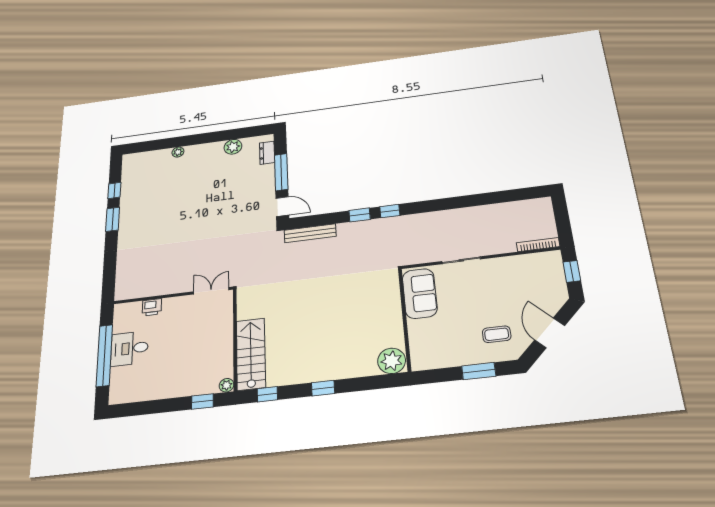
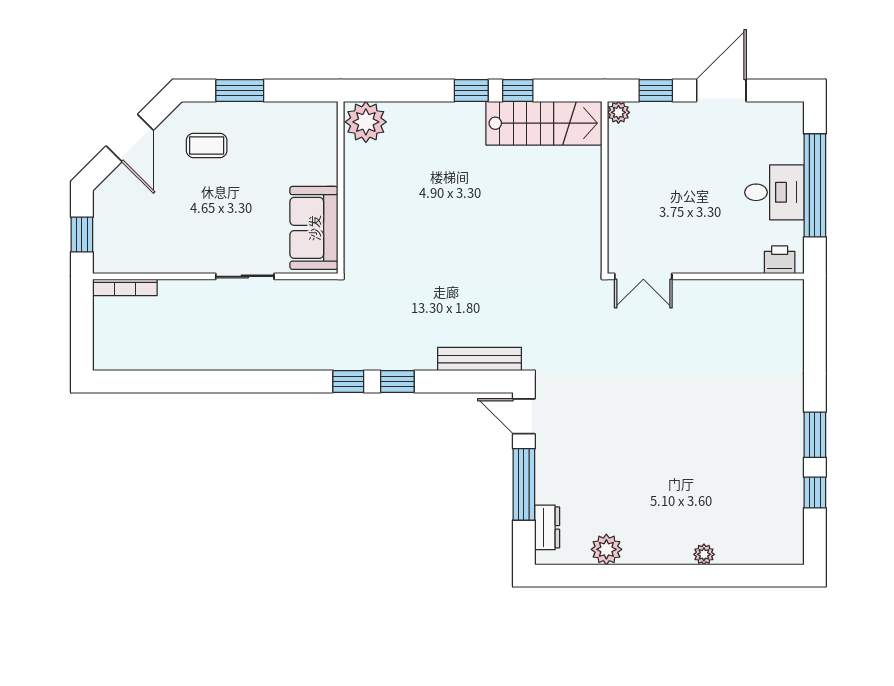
printer: (152, 307) -> (780, 260), moved
stairs: (251, 354) -> (544, 123), moved, turned -90
window: (267, 394) -> (518, 91), moved
door: (160, 406) -> (721, 91), added

